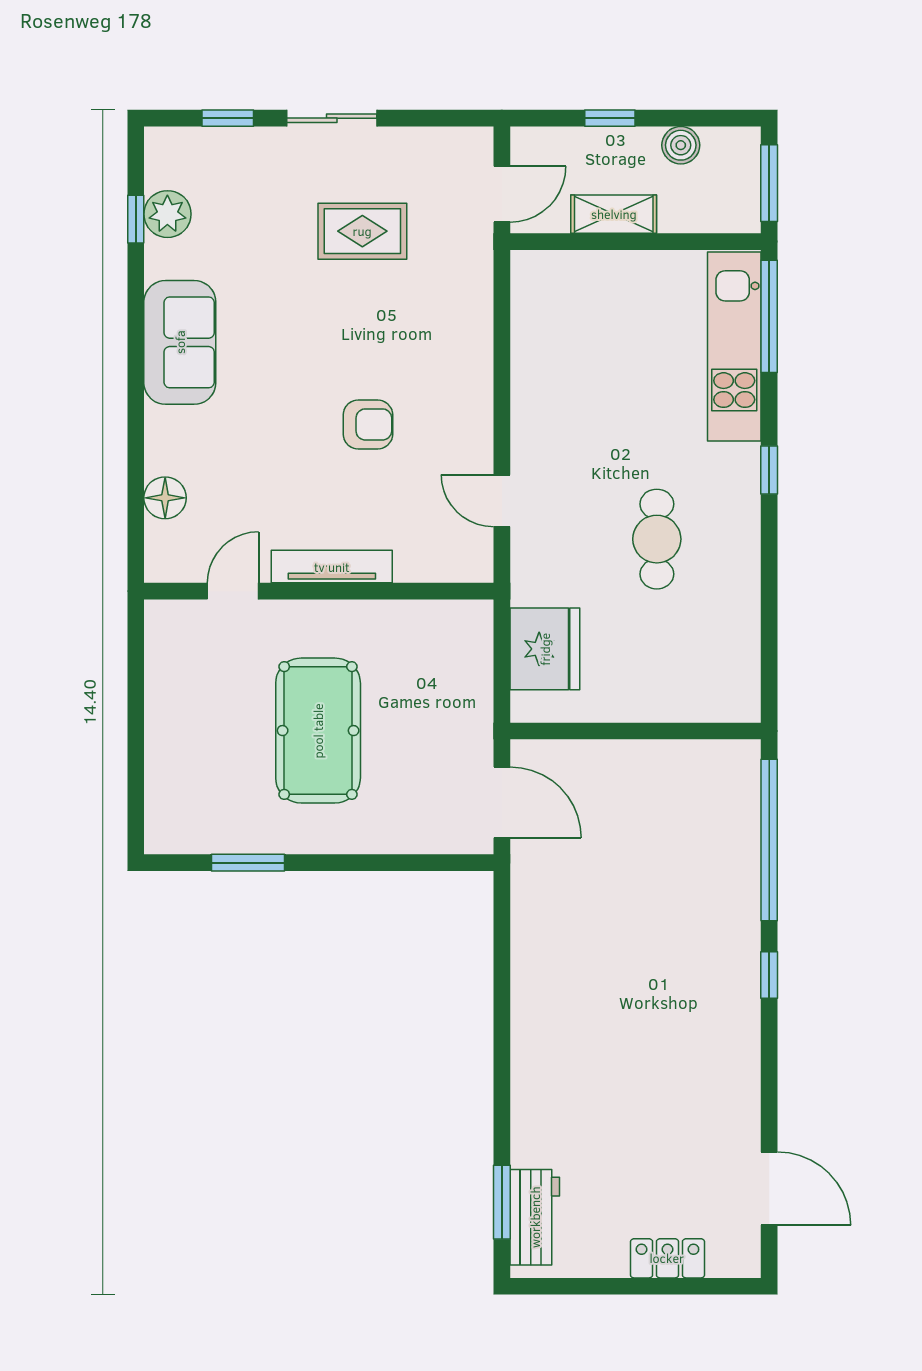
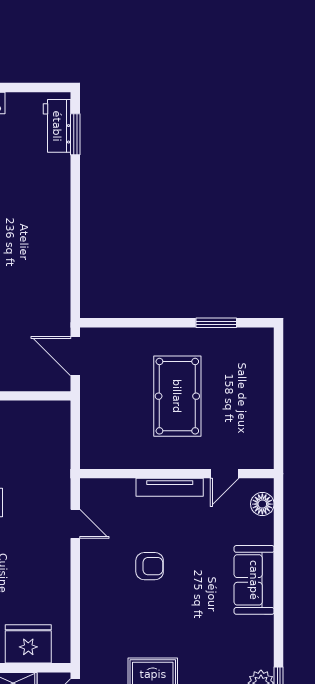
sofa: (180, 342) -> (254, 580), moved
armchair: (368, 424) -> (150, 566), turned 180
floor lamp: (165, 498) -> (262, 504), moved
fridge: (545, 649) -> (28, 644), moved, turned 90

